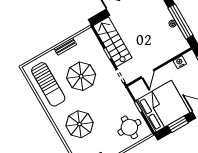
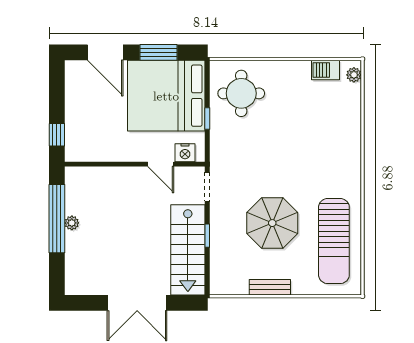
nightstand: (180, 62) -> (185, 153), moved
door: (147, 74) -> (161, 164), swing flipped
sun lounger: (48, 84) -> (334, 241), turned 180
parasol: (80, 124) -> (320, 146), removed

